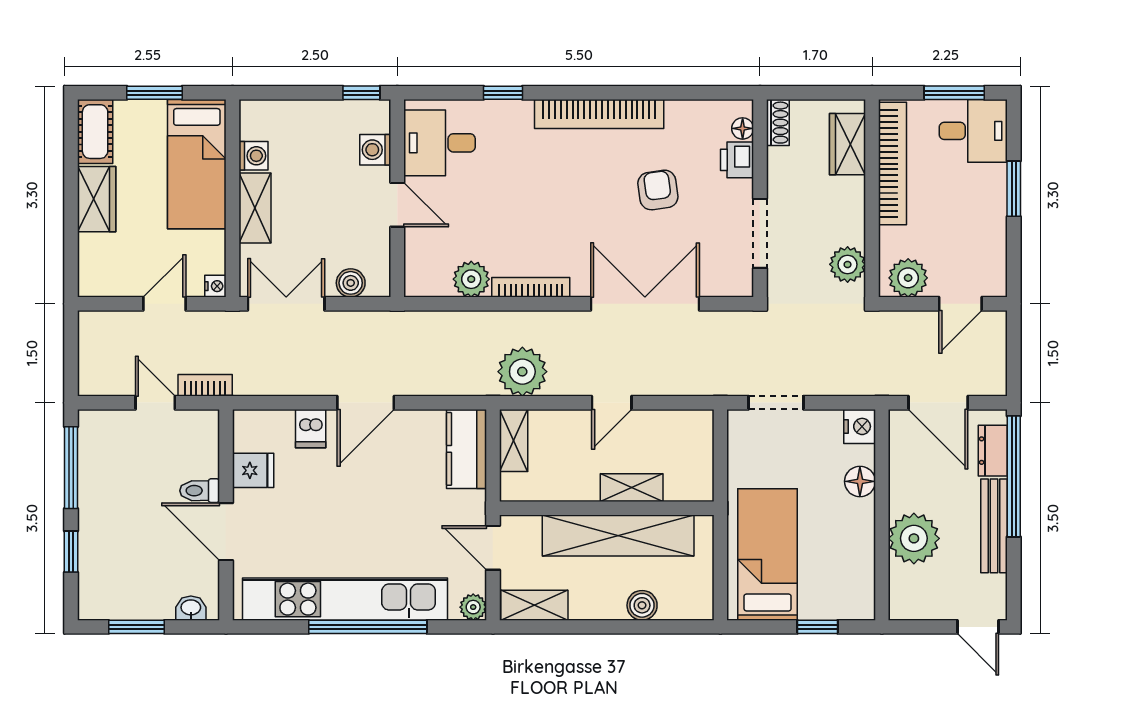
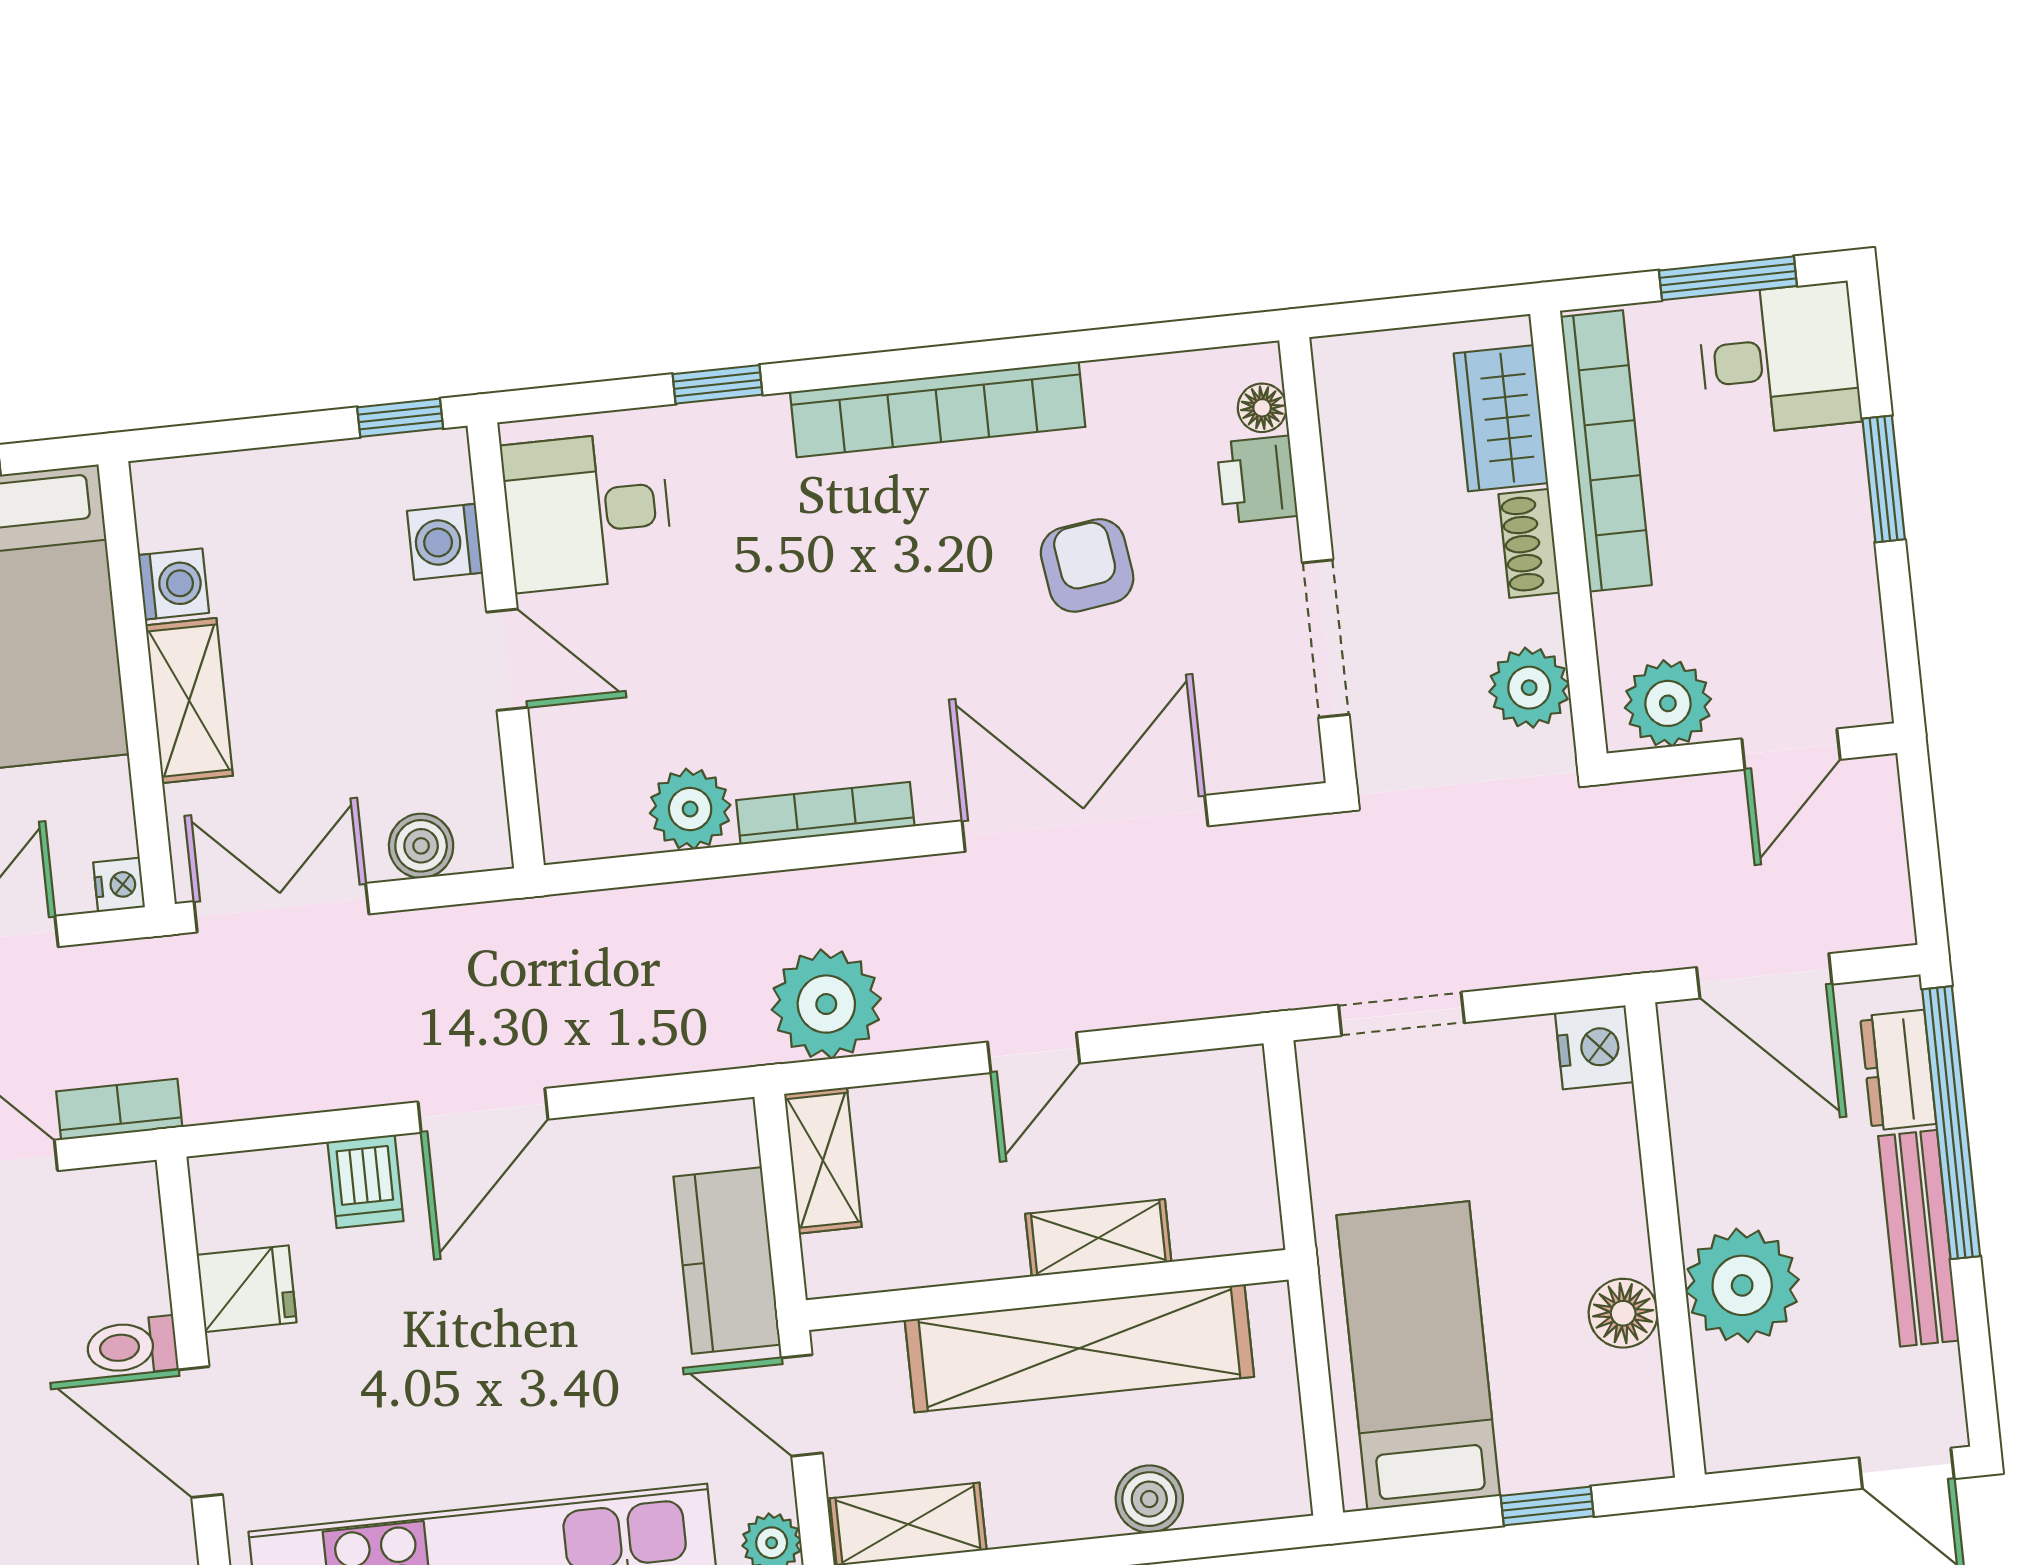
shoe rack: (778, 123) -> (1529, 543), moved, turned 180
kitchen counter: (467, 449) -> (727, 1261), moved
floor lamp: (860, 481) -> (1623, 1313), moved

